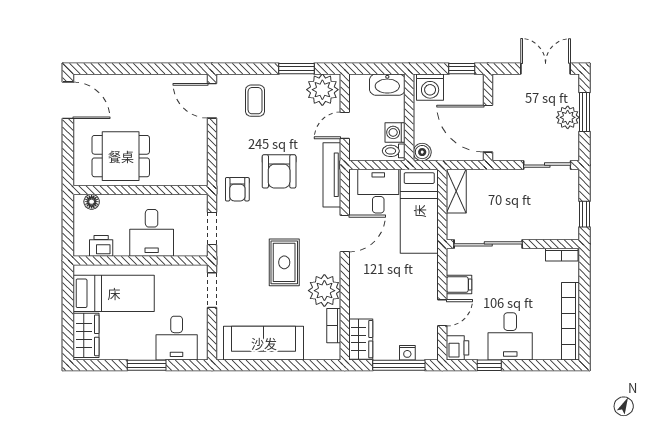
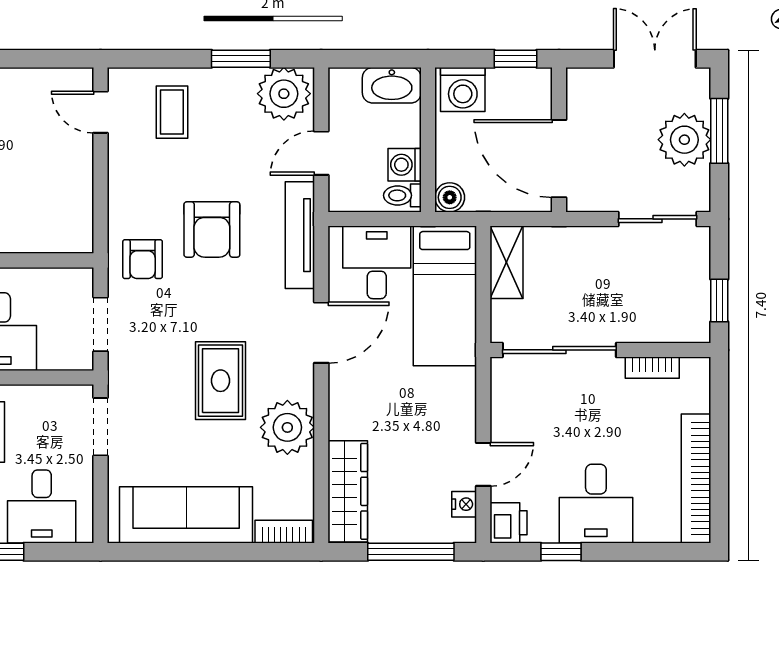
door: (212, 101) -> (101, 112), width x0.73
plant: (568, 117) -> (684, 140), width x1.36, depth x1.36
bookcase: (562, 255) -> (652, 368), moved
filing cabinet: (459, 285) -> (511, 417), removed
bookcase: (334, 326) -> (284, 532), moved, turned 90
wardrobe: (361, 339) -> (348, 491), width x1.50
nightstand: (407, 353) -> (464, 504), moved, turned -90

